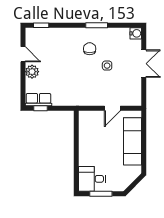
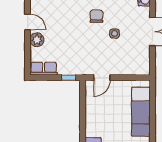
window: (41, 108) -> (69, 78), moved
door: (112, 108) -> (102, 78), moved

